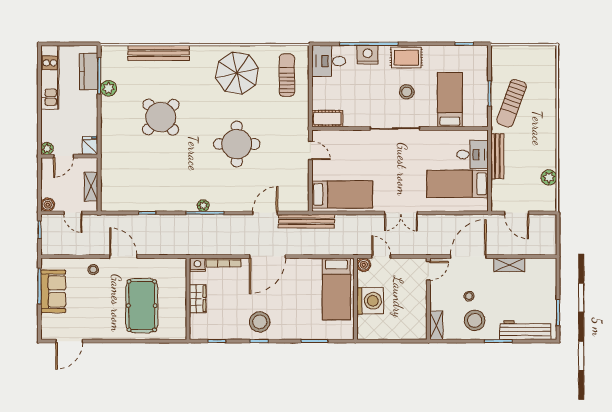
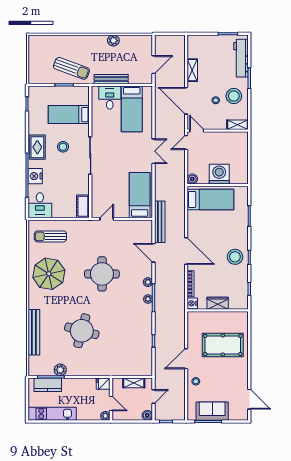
round table: (161, 117) -> (82, 331), turned -31
plant: (549, 177) -> (113, 41), moved
plant: (226, 205) -> (148, 282), added
door: (381, 257) -> (186, 143), moved

